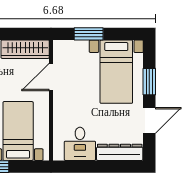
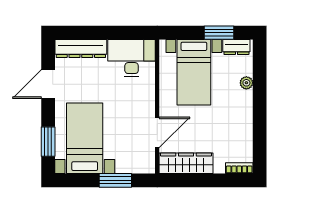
window: (149, 82) -> (48, 142), moved
desk: (80, 144) -> (132, 58), width x1.37

